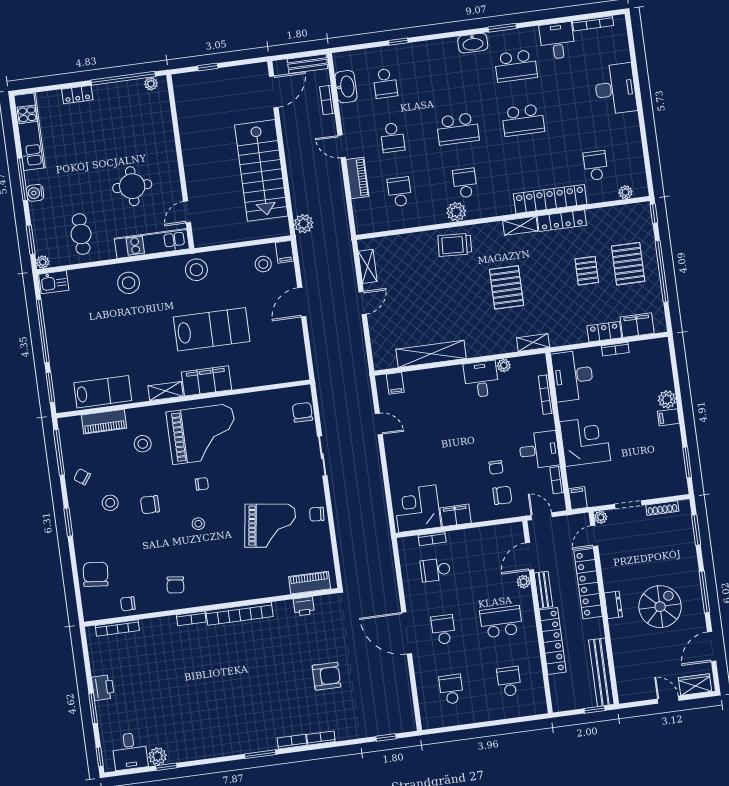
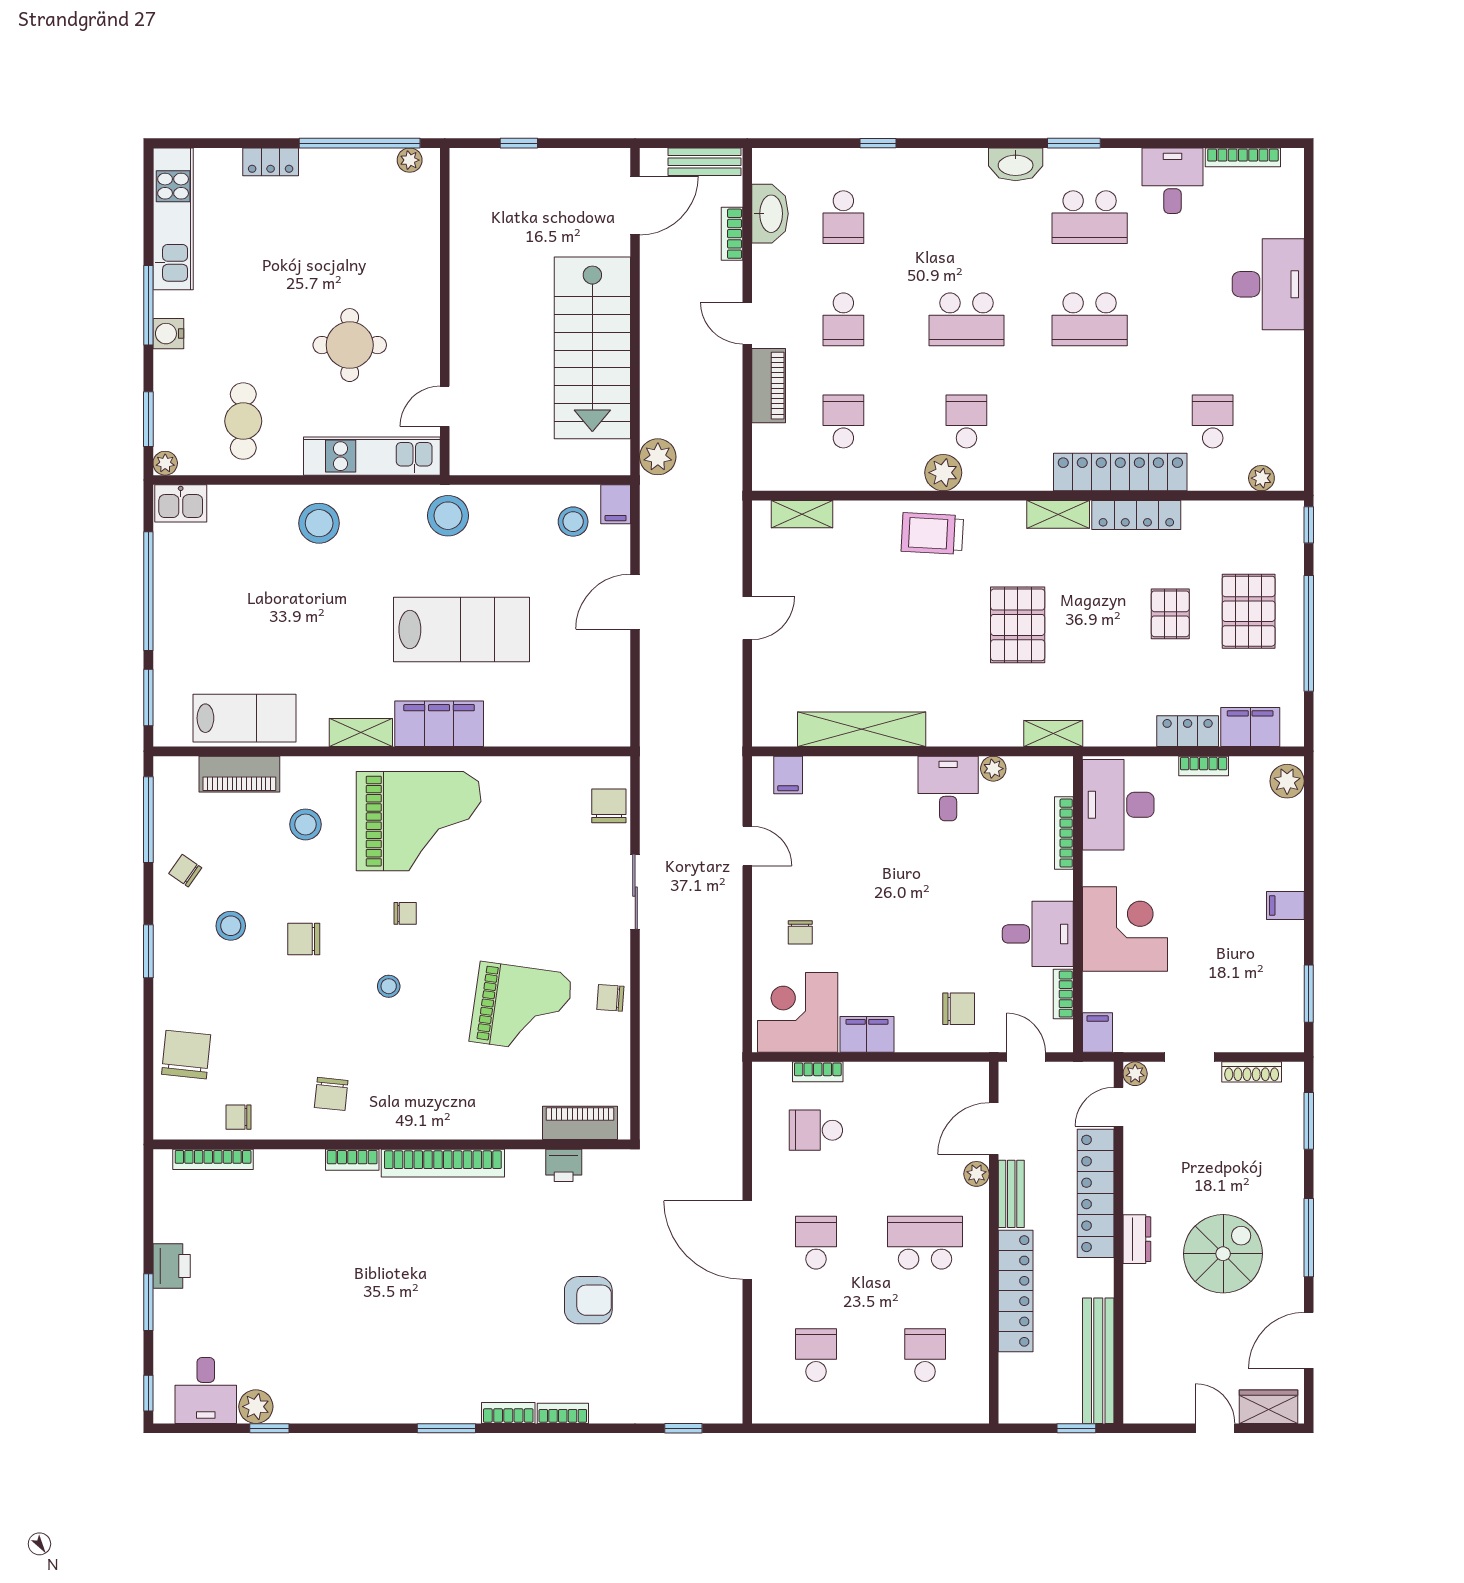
shelving: (368, 266) -> (802, 514), moved, turned 90
plant: (667, 399) -> (1287, 781), moved
chair: (496, 467) -> (800, 932), moved

